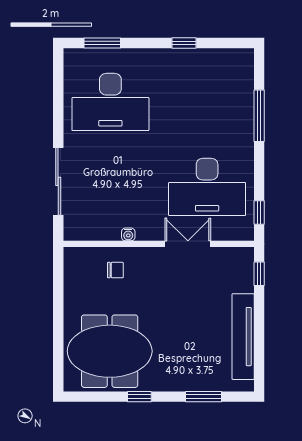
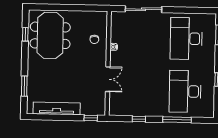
desk: (207, 187) -> (185, 91), moved
window: (259, 213) -> (139, 119), moved
window: (139, 397) -> (25, 34), moved

